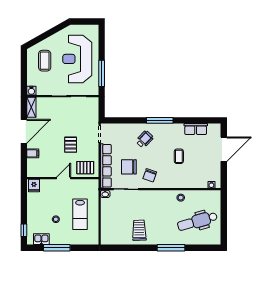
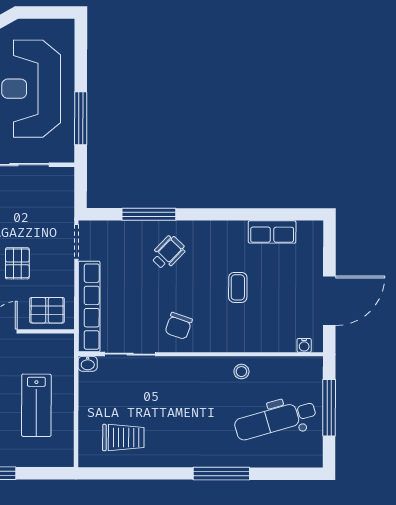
window: (160, 120) -> (149, 214), moved
door: (224, 149) -> (329, 301), moved
chair: (129, 167) -> (136, 309), removed
window: (224, 215) -> (329, 408), added
trolley: (139, 230) -> (123, 438), moved, turned 92

